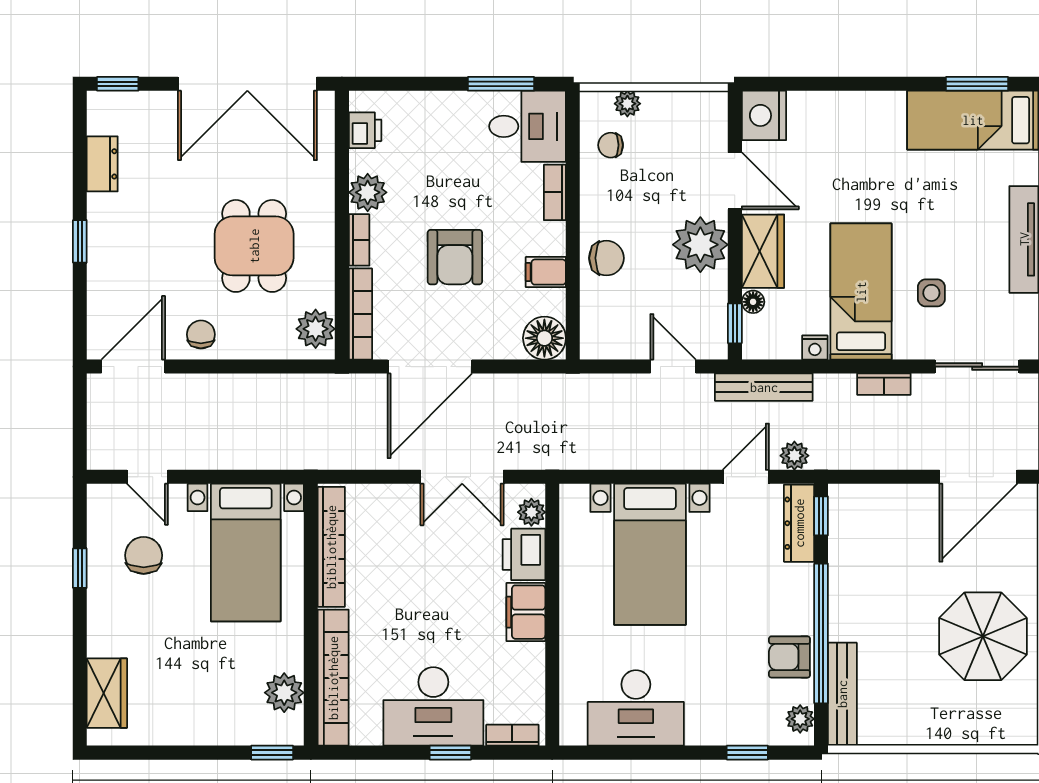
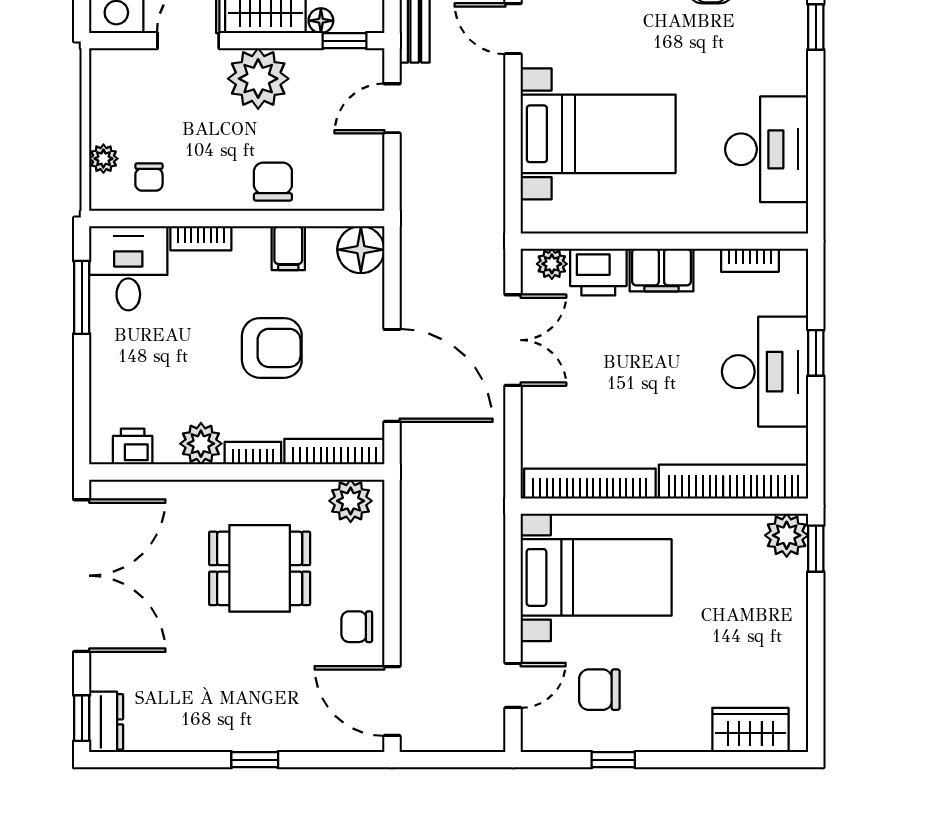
dresser: (102, 164) -> (106, 722), moved, turned 90
plant: (284, 693) -> (787, 535), moved
bookcase: (512, 735) -> (750, 260), moved, turned -90

